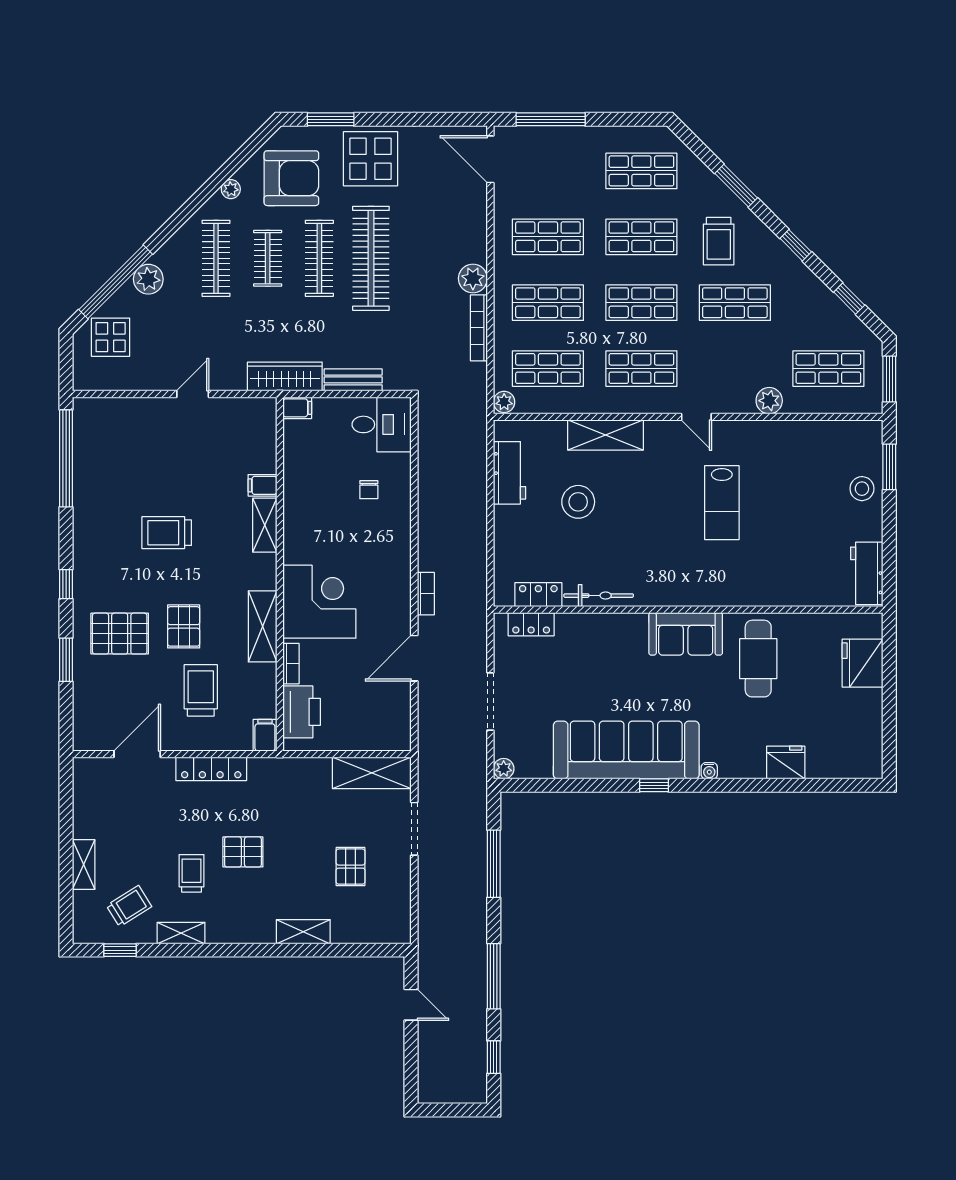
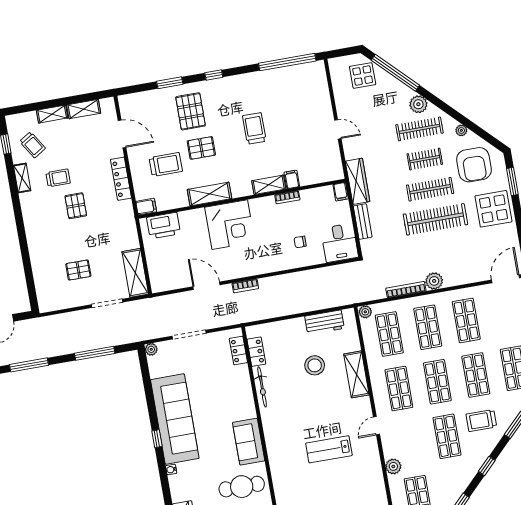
plant: (148, 279) -> (418, 104), moved
bookcase: (291, 664) -> (287, 197), moved
shelving: (303, 932) -> (84, 109), moved, turned 90

